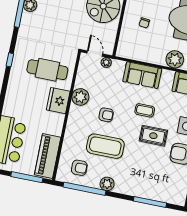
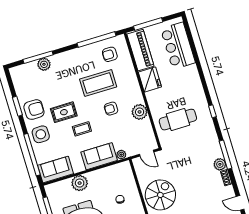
plant: (106, 62) -> (121, 155), moved
fridge: (58, 101) -> (150, 79), moved
plant: (107, 184) -> (44, 64), moved

